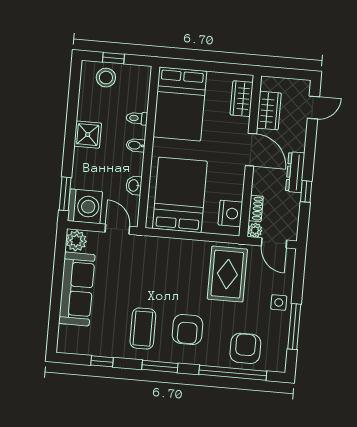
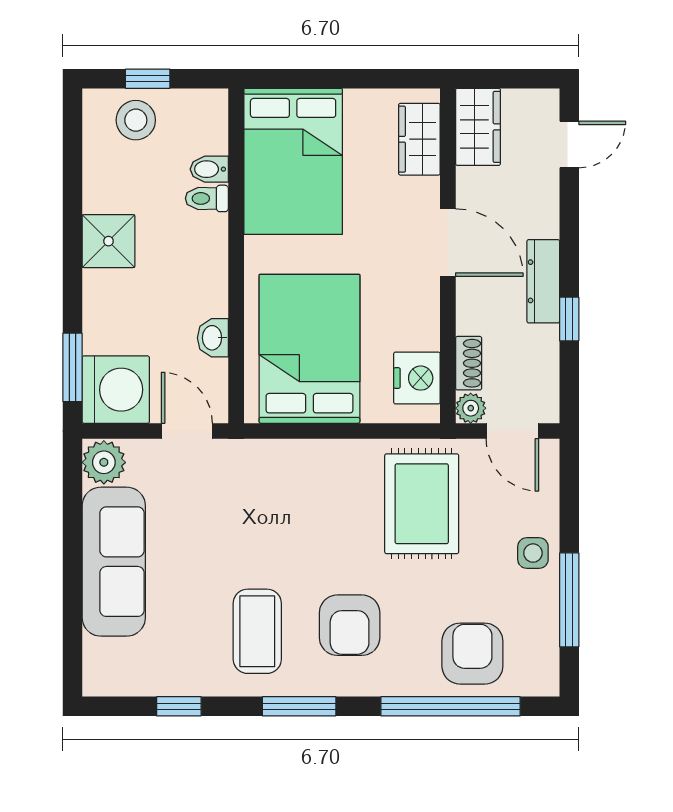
wardrobe: (269, 111) -> (478, 127), moved
bidet: (136, 145) -> (209, 169), moved

